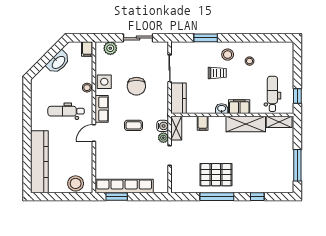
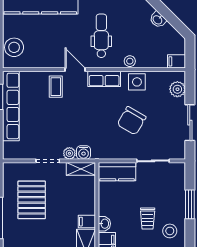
washbasin: (58, 62) -> (158, 20), width x0.52, depth x0.69
chair: (136, 86) -> (132, 121), turned -60
filing cabinet: (203, 123) -> (87, 222), moved
coffee table: (134, 125) -> (56, 87), moved
pallet: (216, 175) -> (32, 200), moved

